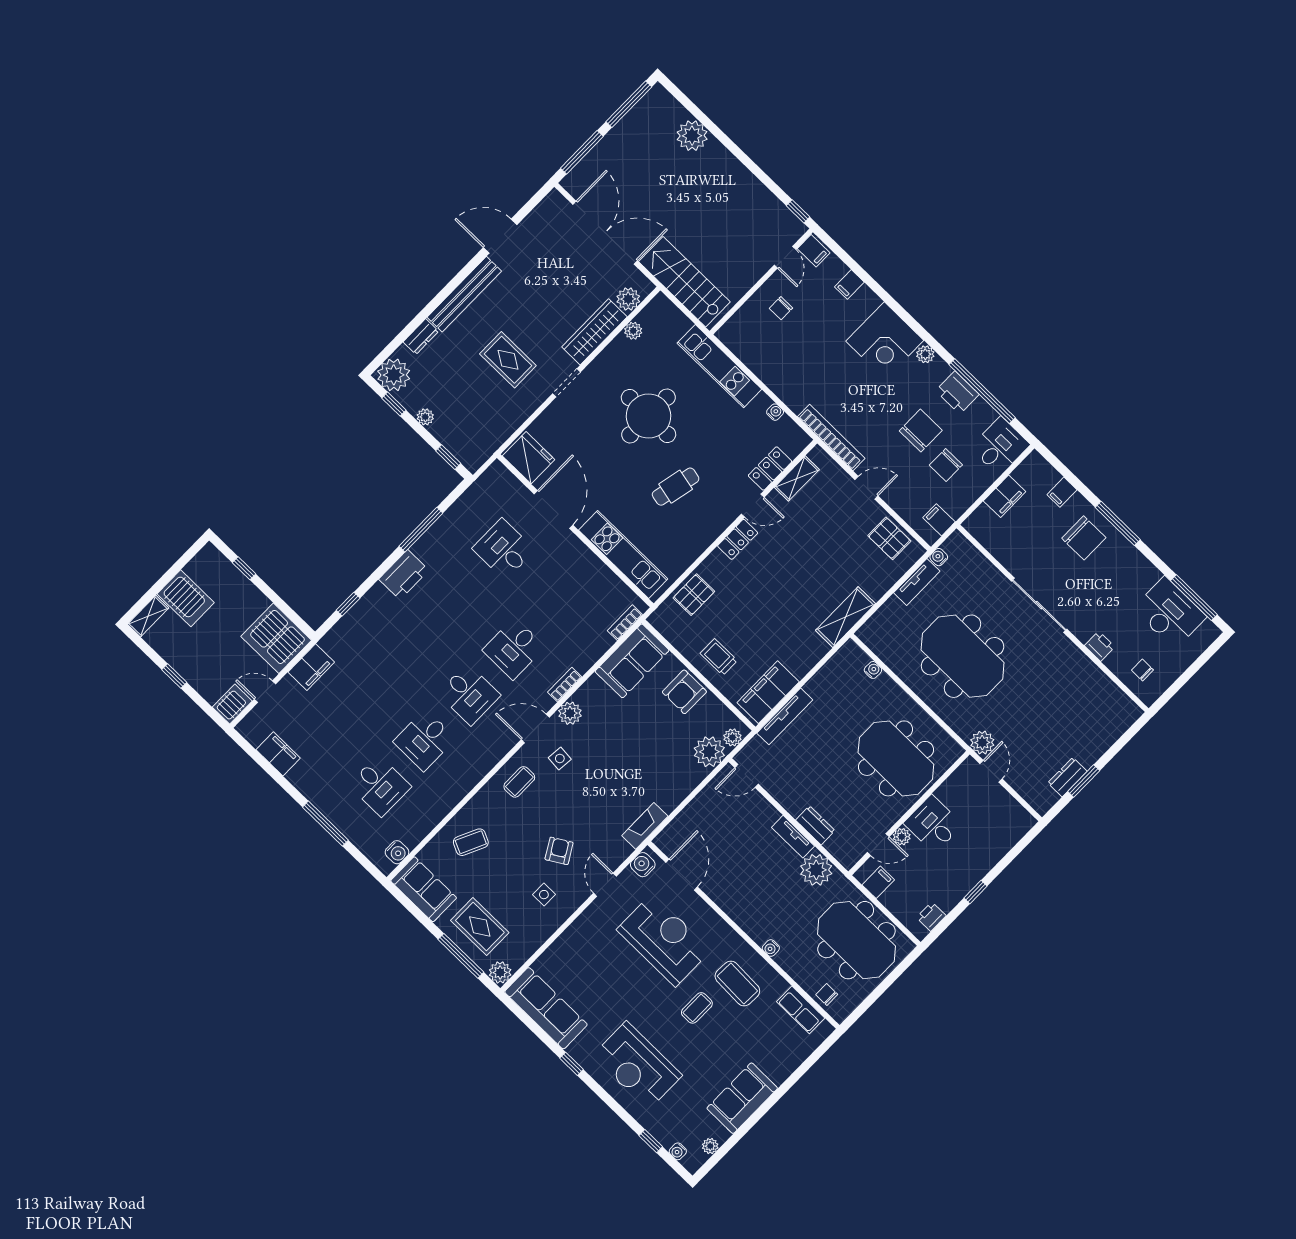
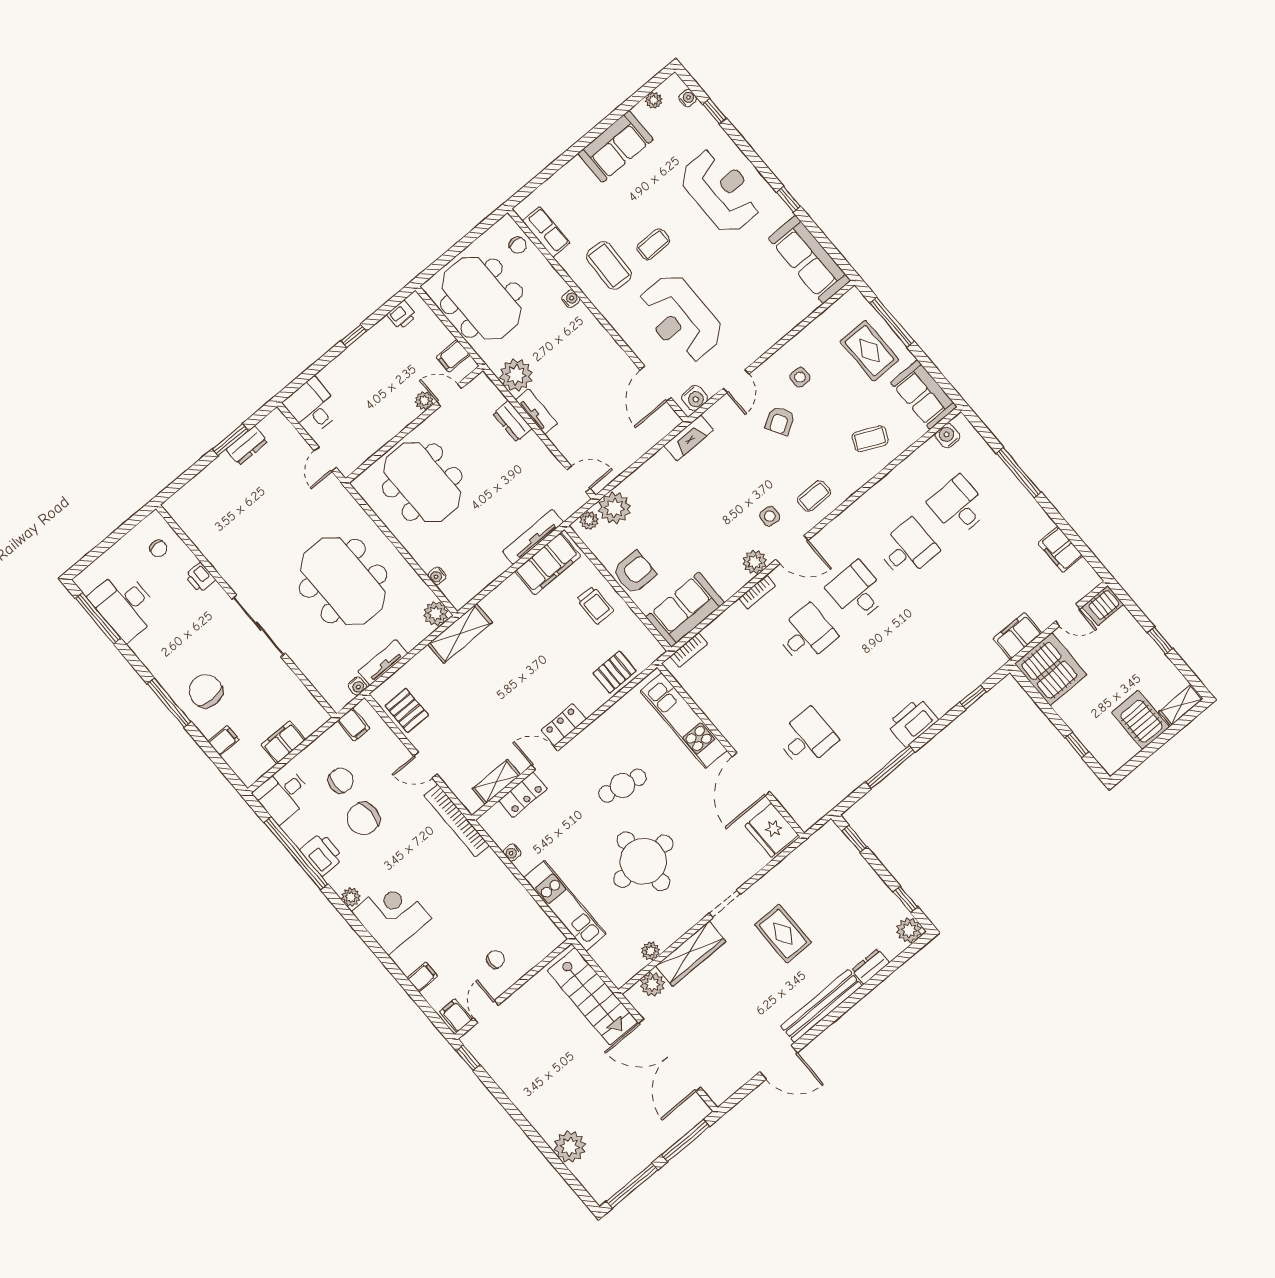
plant: (394, 375) -> (909, 930), width x0.73, depth x0.73
plant: (425, 417) -> (874, 883), removed
desk: (503, 549) -> (807, 738), turned -90
plant: (982, 743) -> (436, 614), moved
desk: (933, 824) -> (313, 407), moved, turned 180
plant: (500, 972) -> (853, 301), removed

